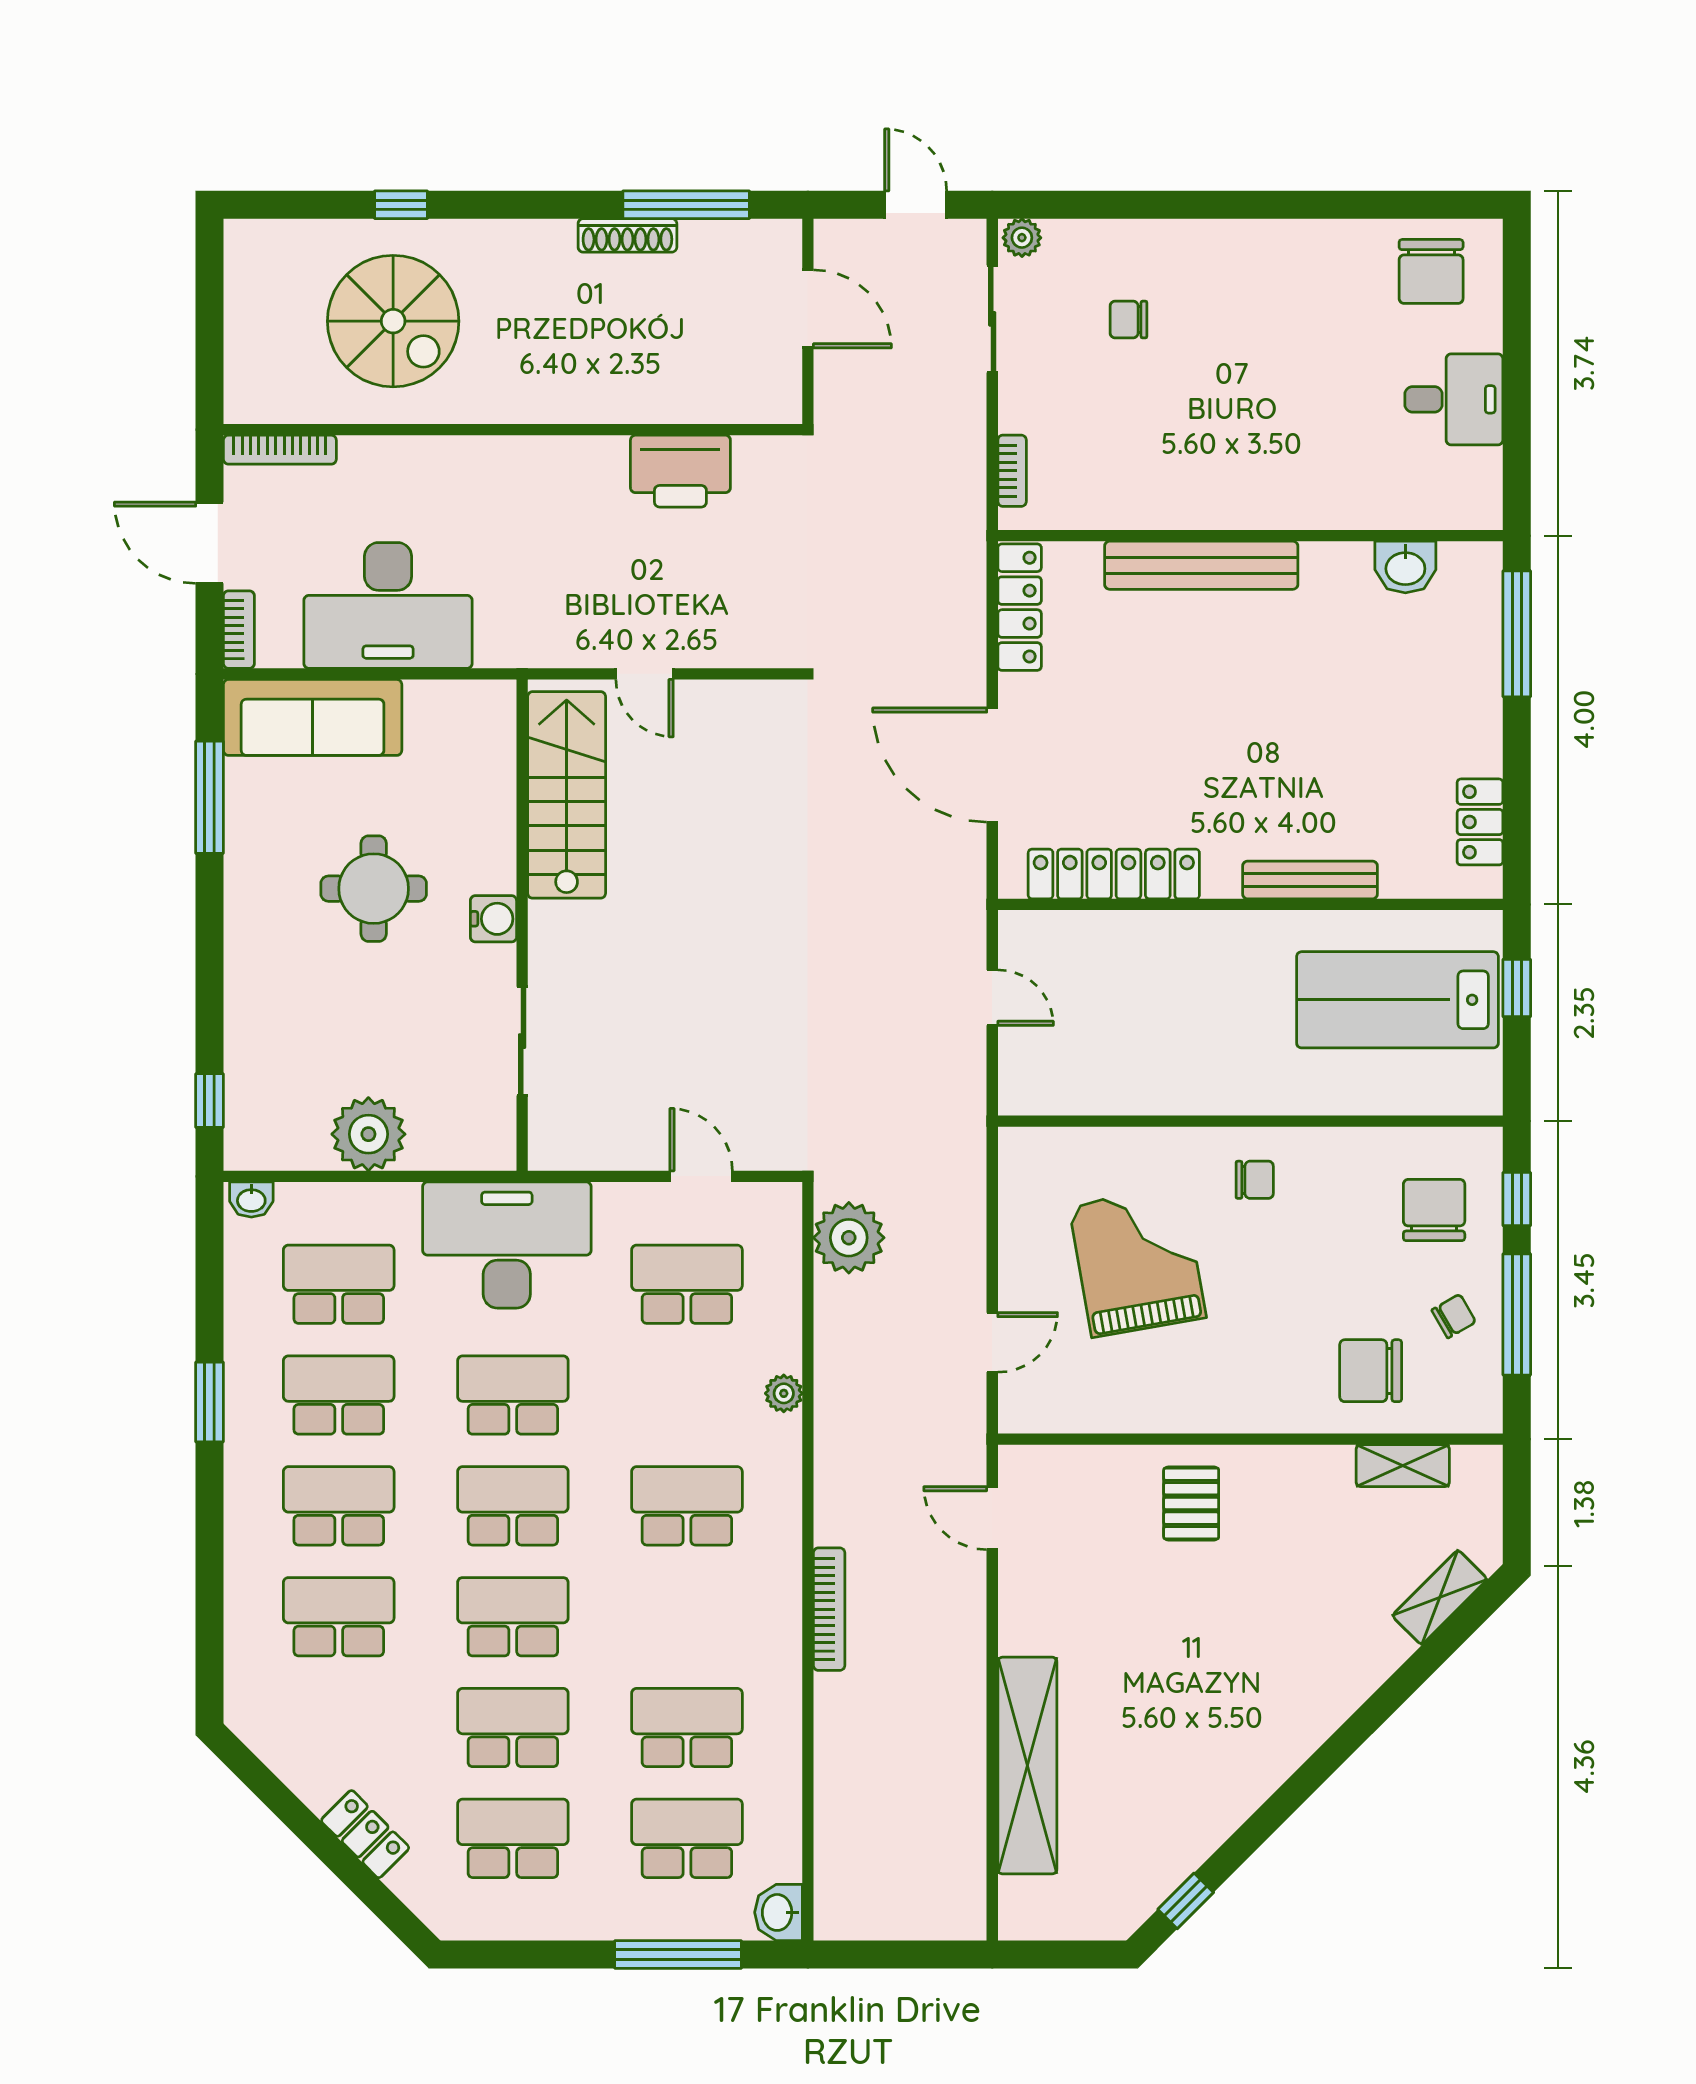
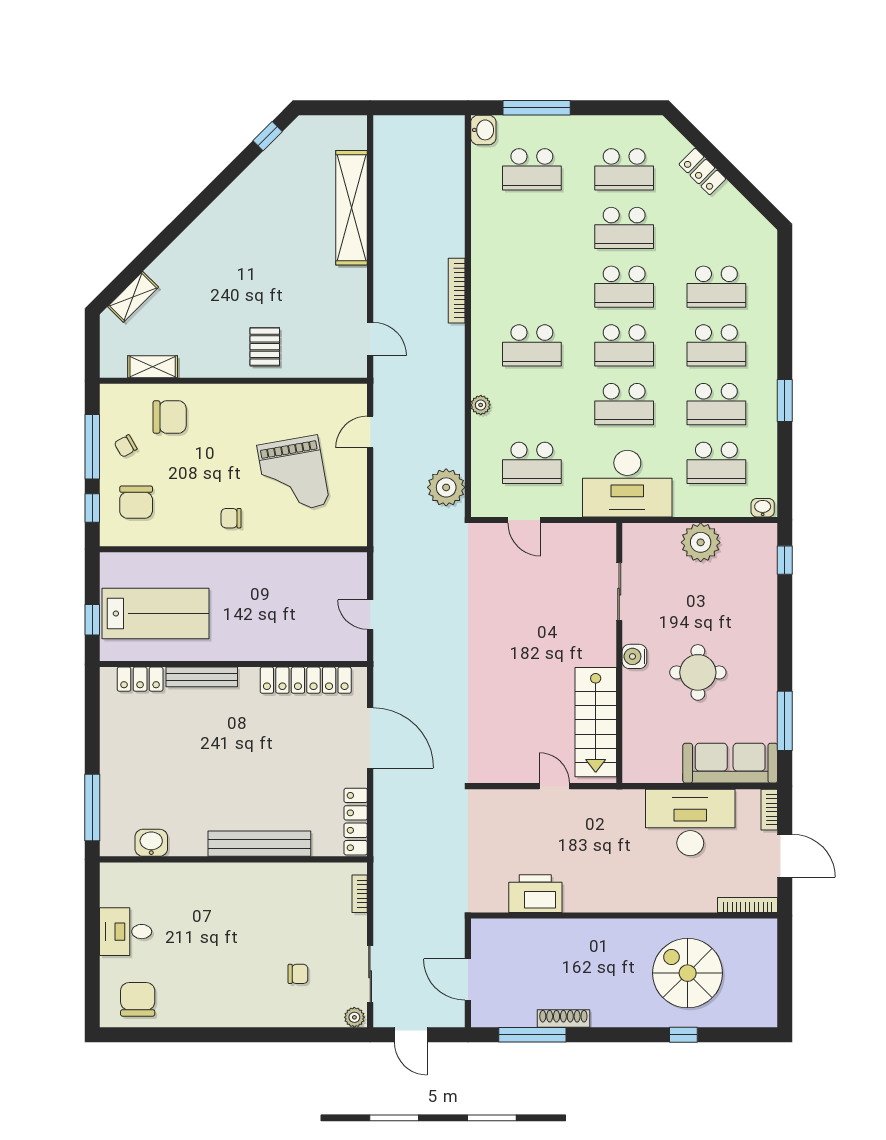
locker: (1480, 822) -> (140, 679), moved, turned 90
school desk: (687, 1728) -> (532, 228), removed

